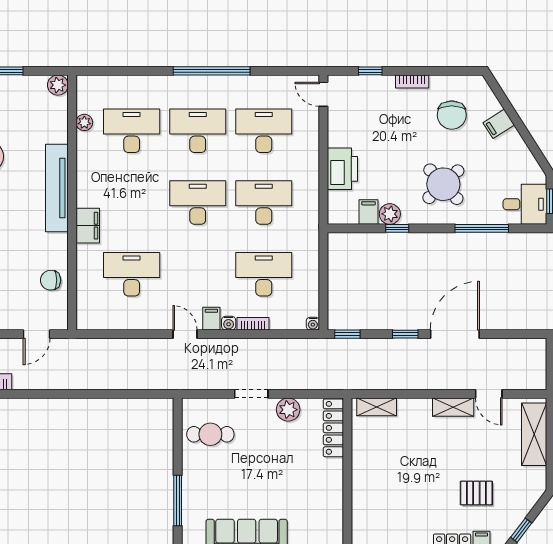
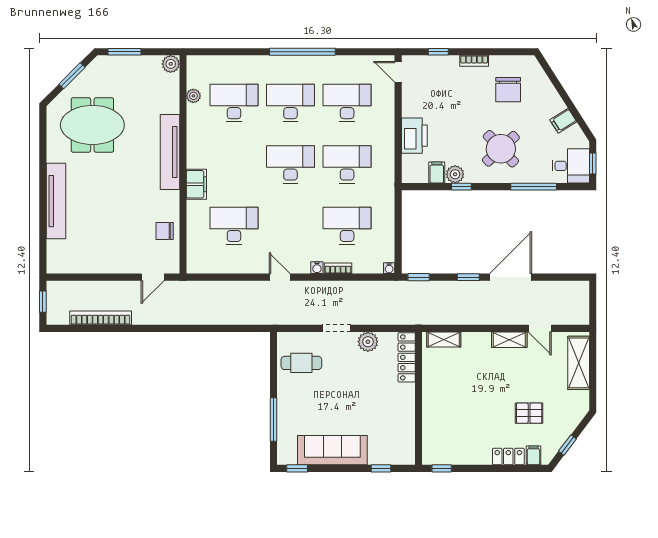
filing cabinet: (499, 124) -> (563, 121), moved
filing cabinet: (211, 319) -> (302, 264), removed

